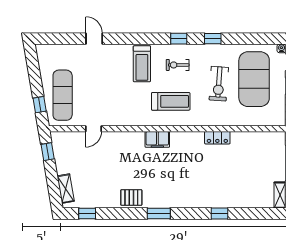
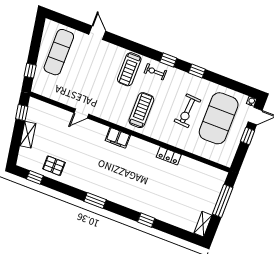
exercise bike: (178, 65) -> (155, 72), moved
exercise mat: (63, 95) -> (59, 52), moved
treadmill: (171, 101) -> (141, 110), turned -90
door: (94, 129) -> (81, 113), moved
shelving: (66, 189) -> (28, 135), moved
pallet: (131, 197) -> (54, 166), moved

